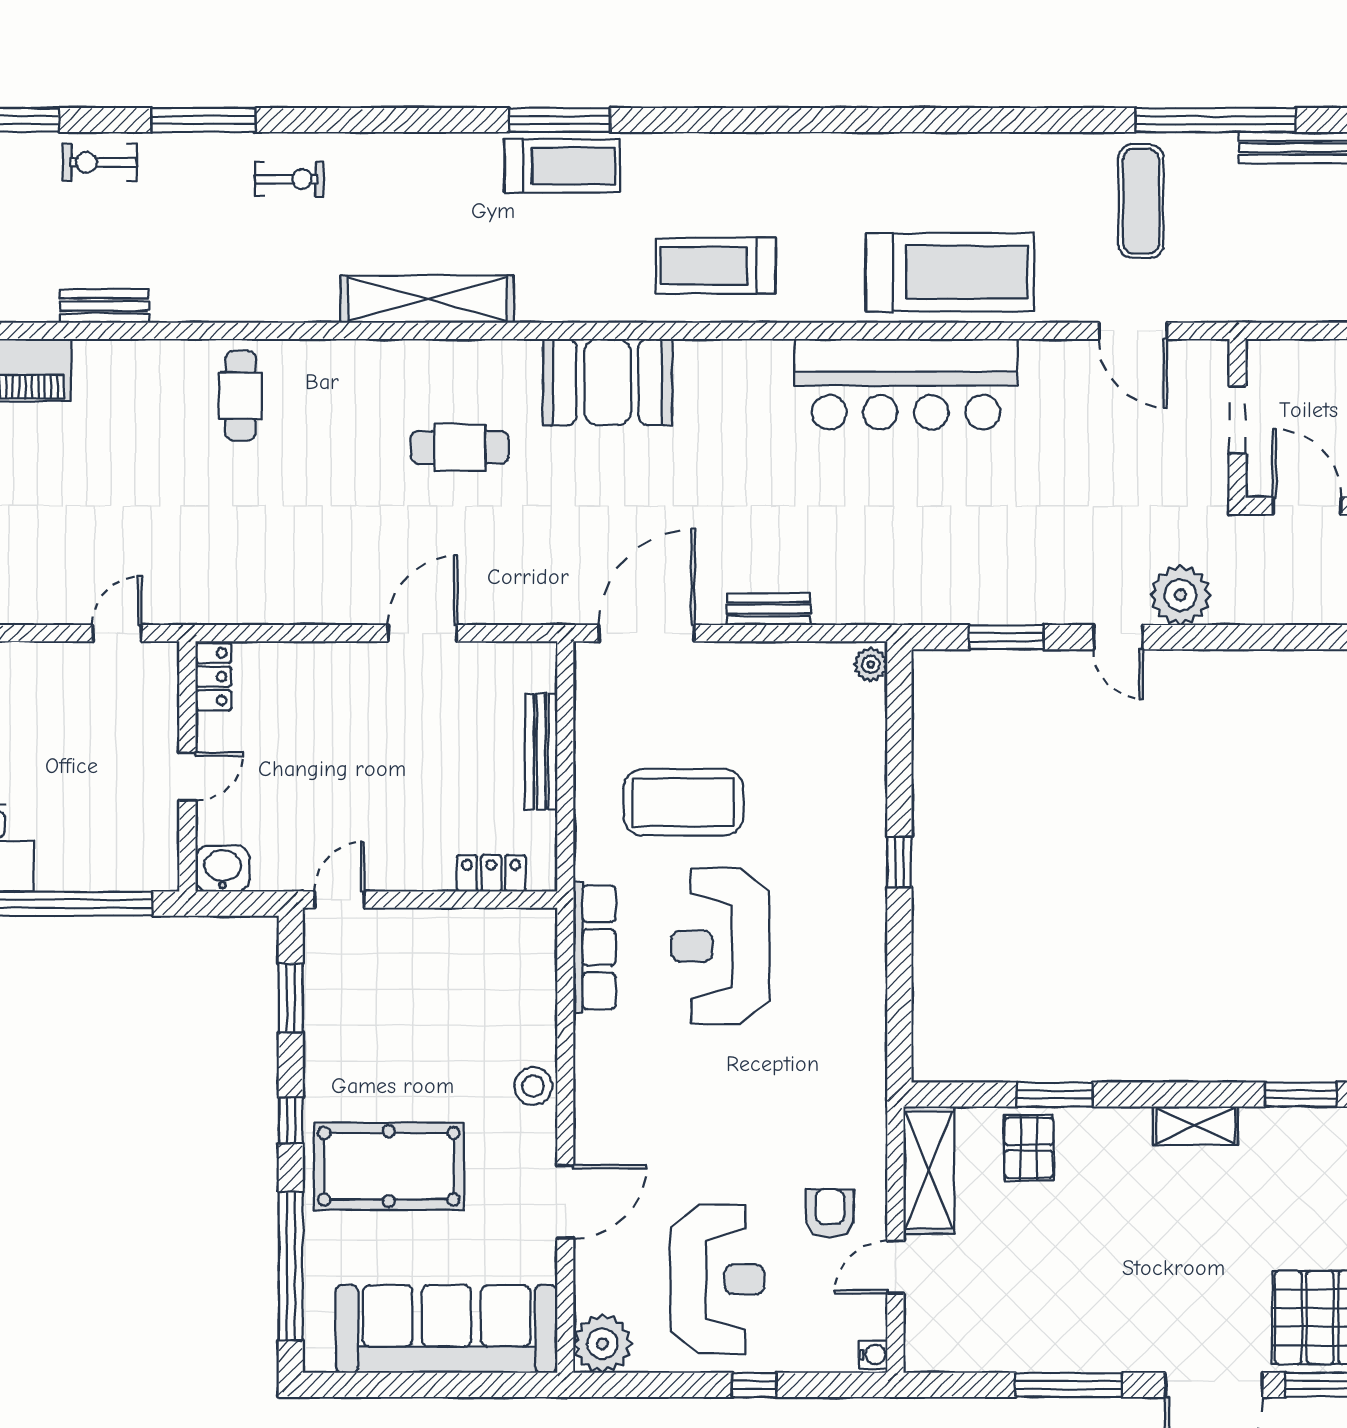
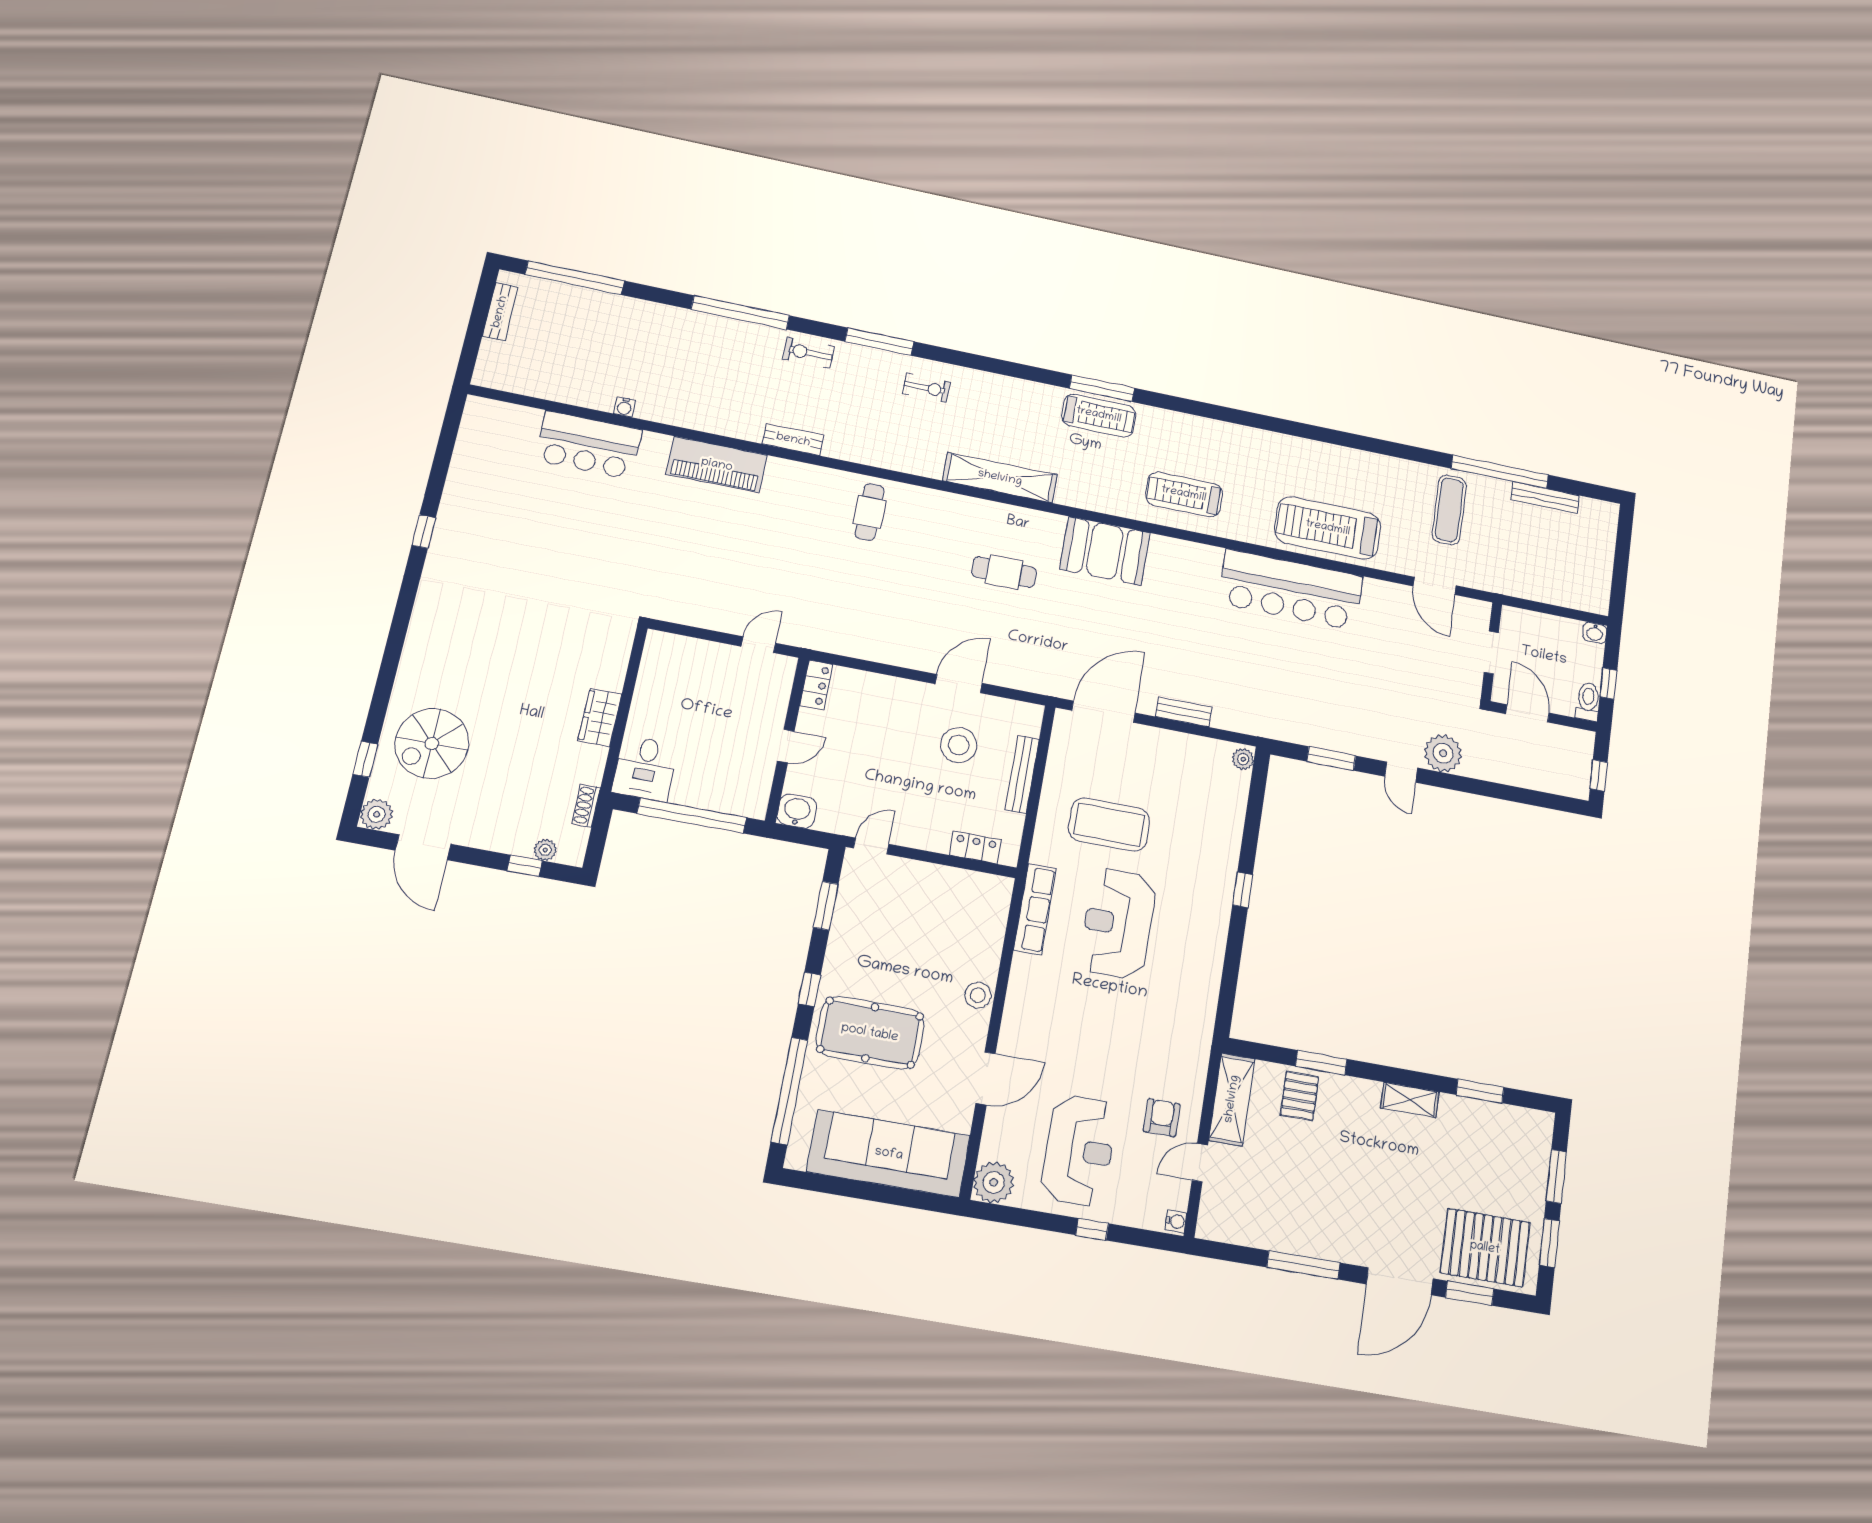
treadmill: (950, 272) -> (1328, 528), turned 180
stool: (439, 726) -> (959, 745), added

